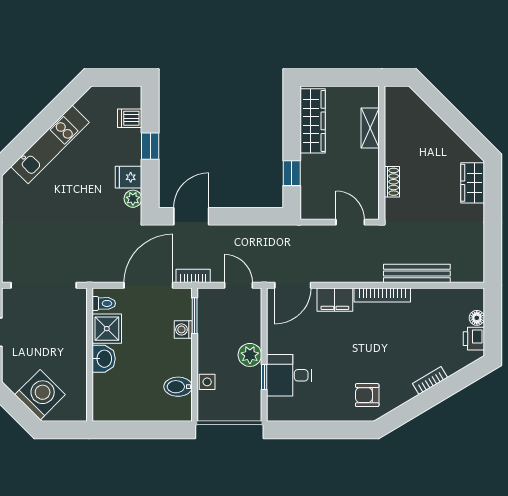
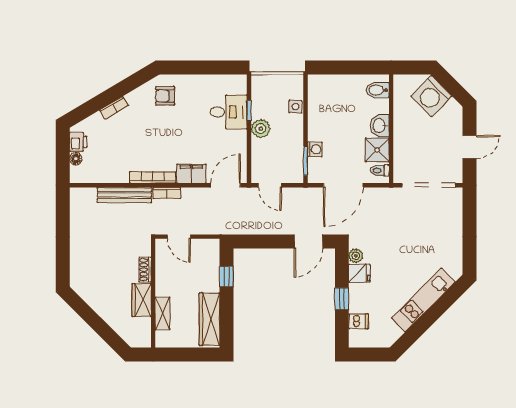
wardrobe: (473, 183) -> (142, 300), moved, turned 180
bookcase: (193, 276) -> (167, 193), moved
bidet: (178, 387) -> (378, 90), moved, turned 180
armchair: (367, 395) -> (165, 96), turned 180

